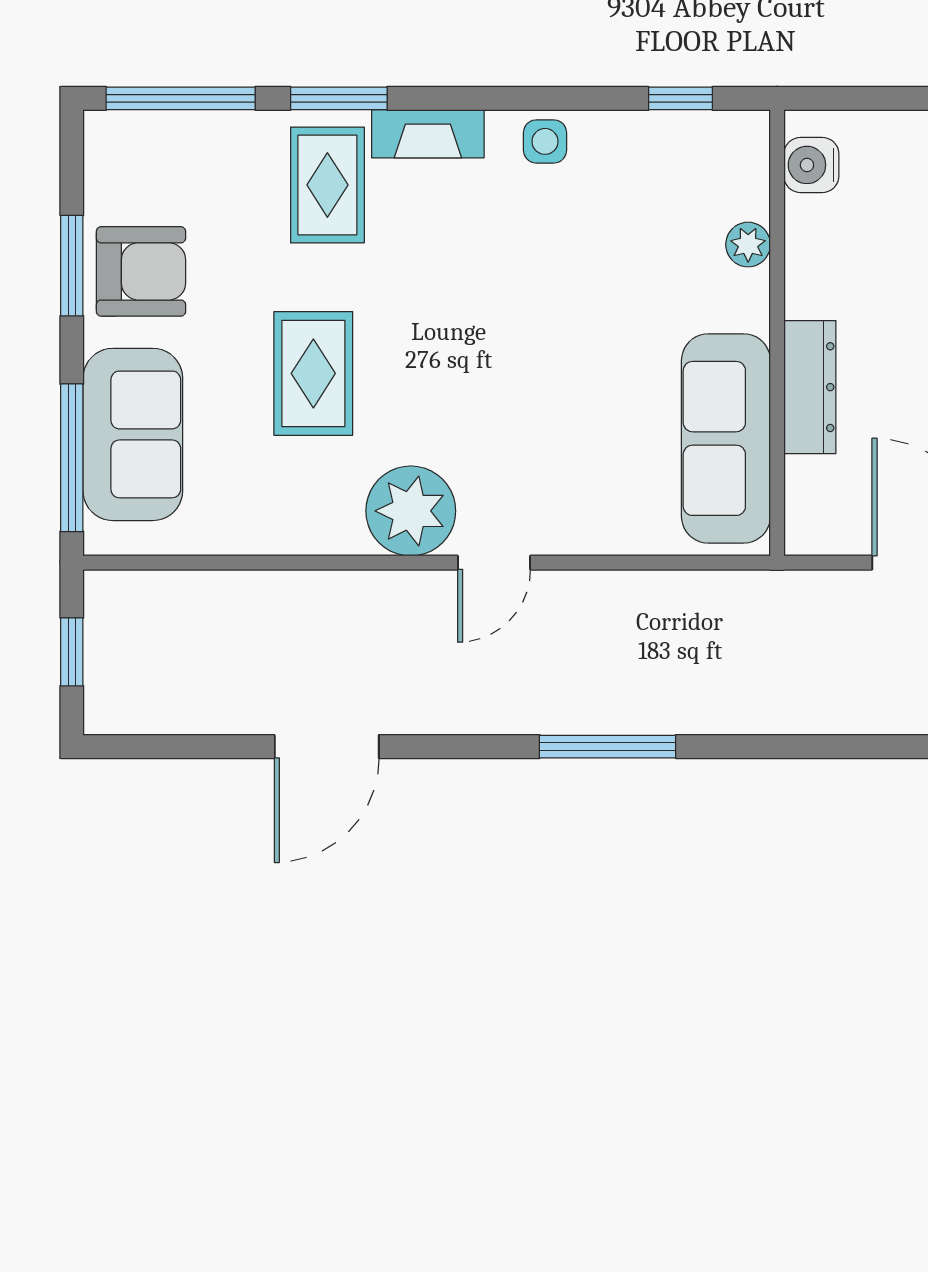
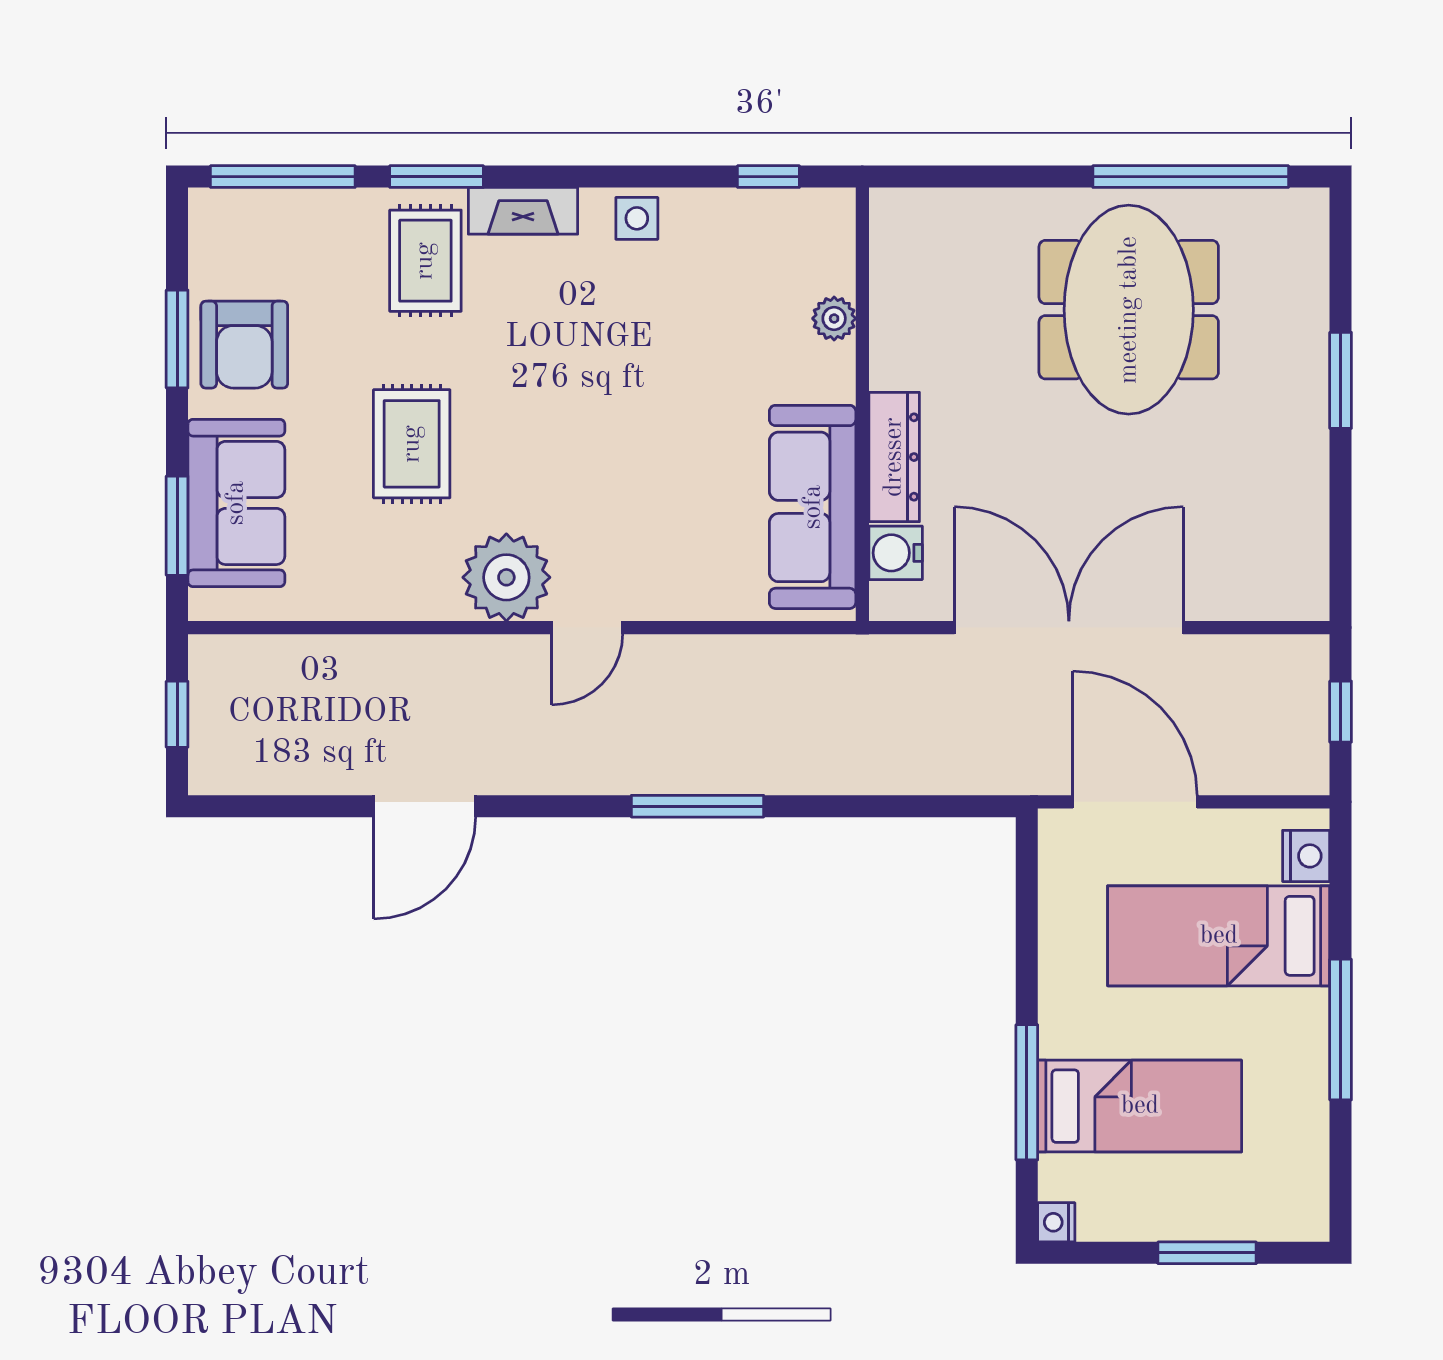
water cooler: (811, 165) -> (896, 553), moved
armchair: (141, 271) -> (244, 345), turned 90
window: (72, 458) -> (177, 526), width x0.69

